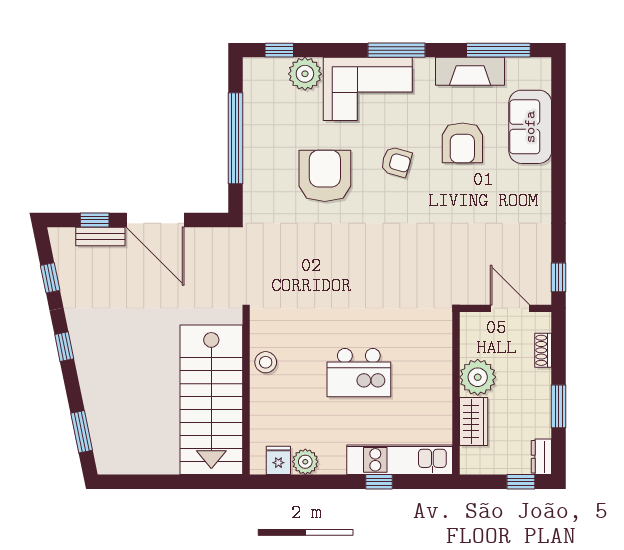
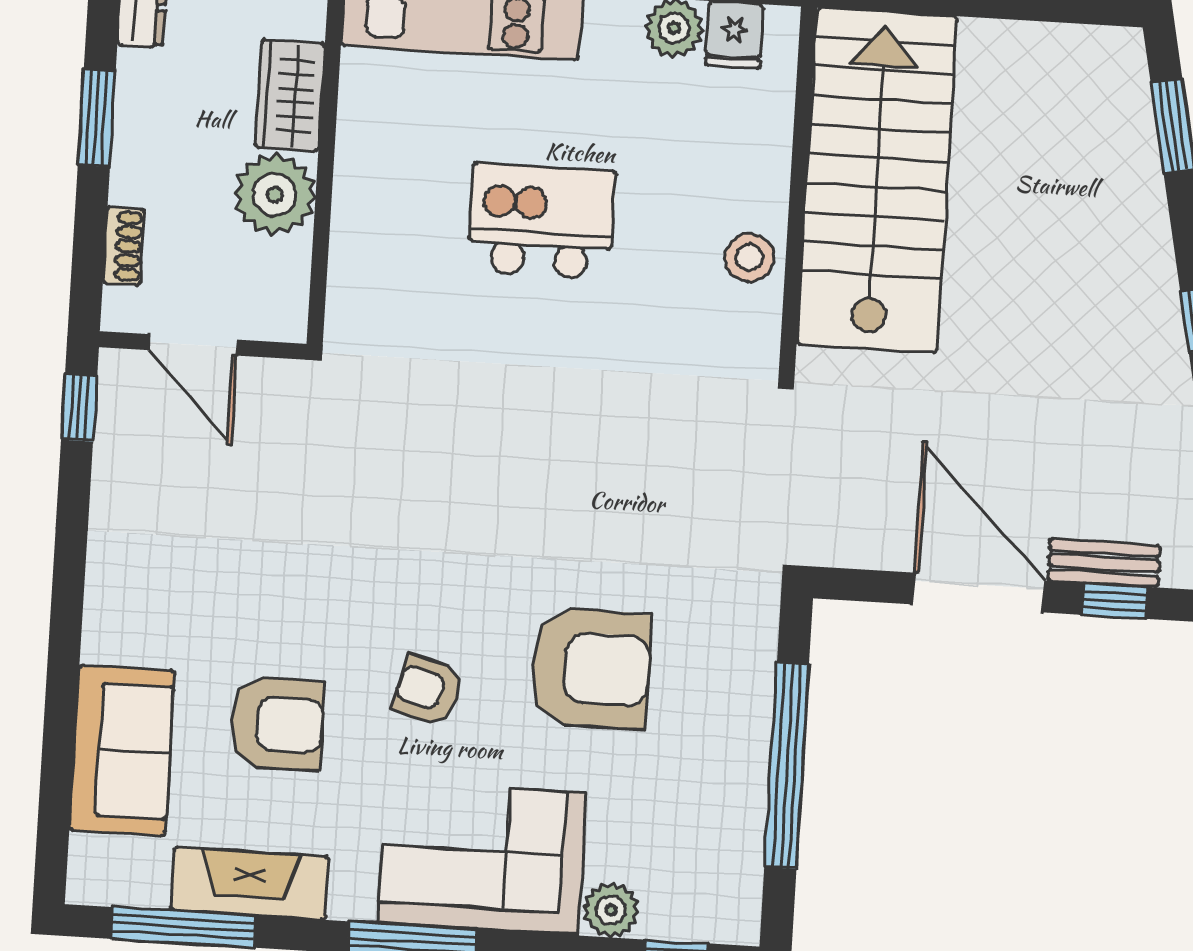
plant: (305, 74) -> (611, 910), width x0.73, depth x0.73
armchair: (462, 143) -> (277, 724), turned 90
armchair: (325, 176) -> (591, 668), turned -90

